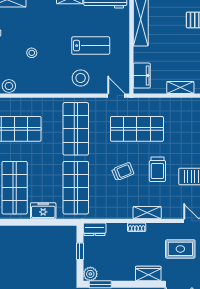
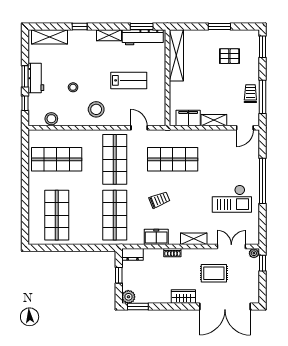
filing cabinet: (142, 76) -> (188, 118), moved, turned -90
stool: (81, 78) -> (96, 109), moved
door: (116, 96) -> (139, 128), moved
trolley: (157, 169) -> (192, 198), removed
freezer: (43, 211) -> (156, 237), moved
shelving: (147, 213) -> (194, 239), moved

